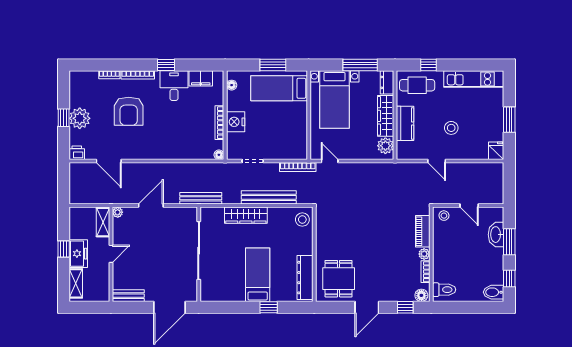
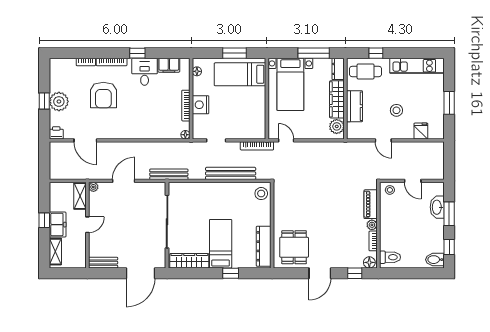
fridge: (496, 151) -> (421, 131), moved
wardrobe: (246, 215) -> (189, 261), moved, turned 180

